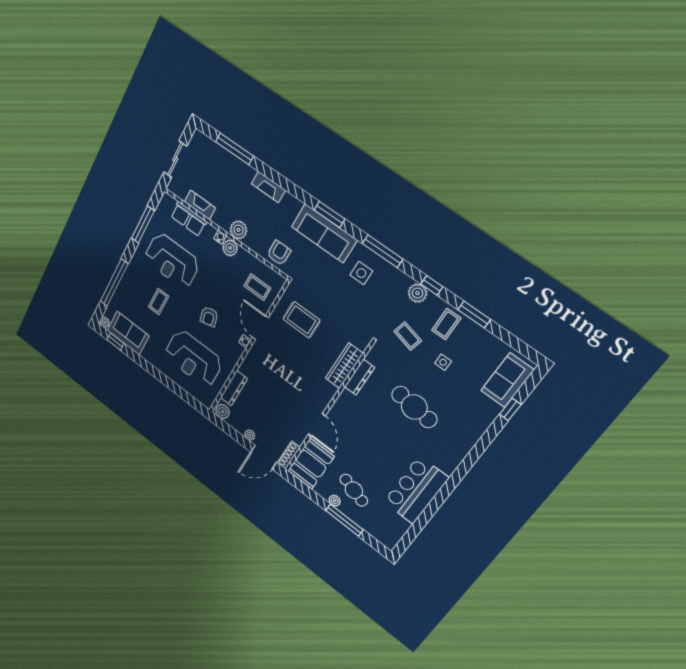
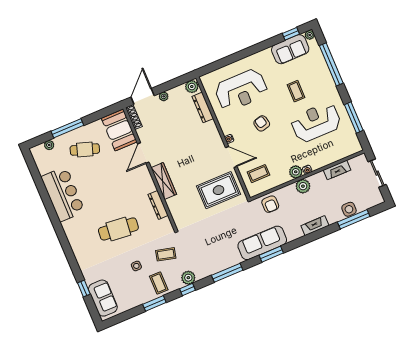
row of seats: (189, 219) -> (334, 155), removed
side table: (361, 273) -> (349, 209), moved
rug: (301, 320) -> (219, 190), width x1.36, depth x1.43
reception desk: (193, 358) -> (241, 90), turned 180
wardrobe: (344, 366) -> (164, 181), moved
door: (317, 425) -> (143, 153), hinge flipped
plant: (335, 501) -> (49, 145), moved

